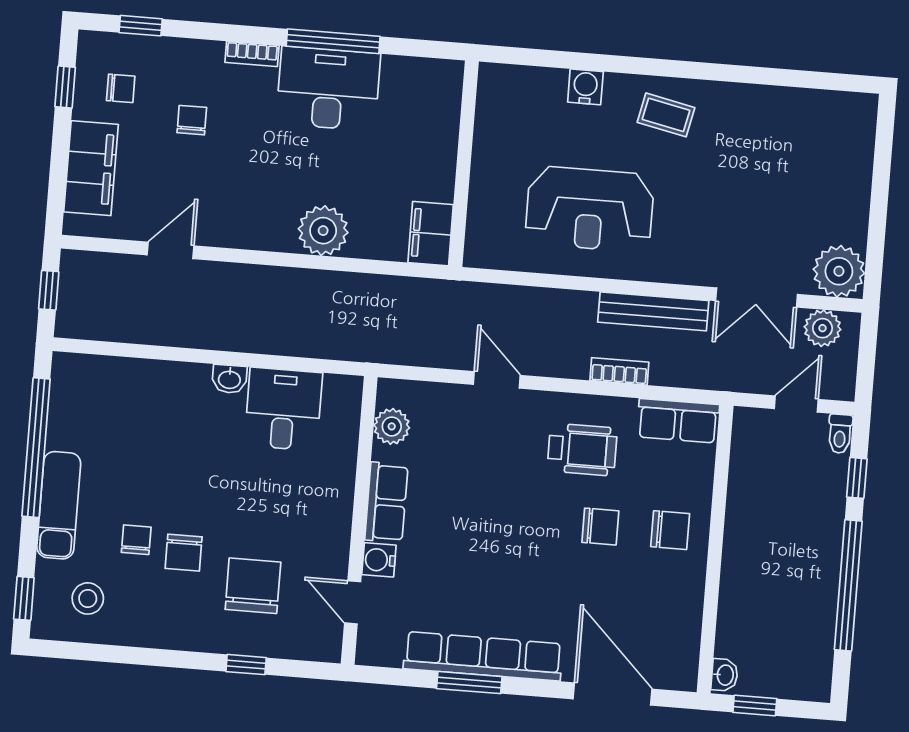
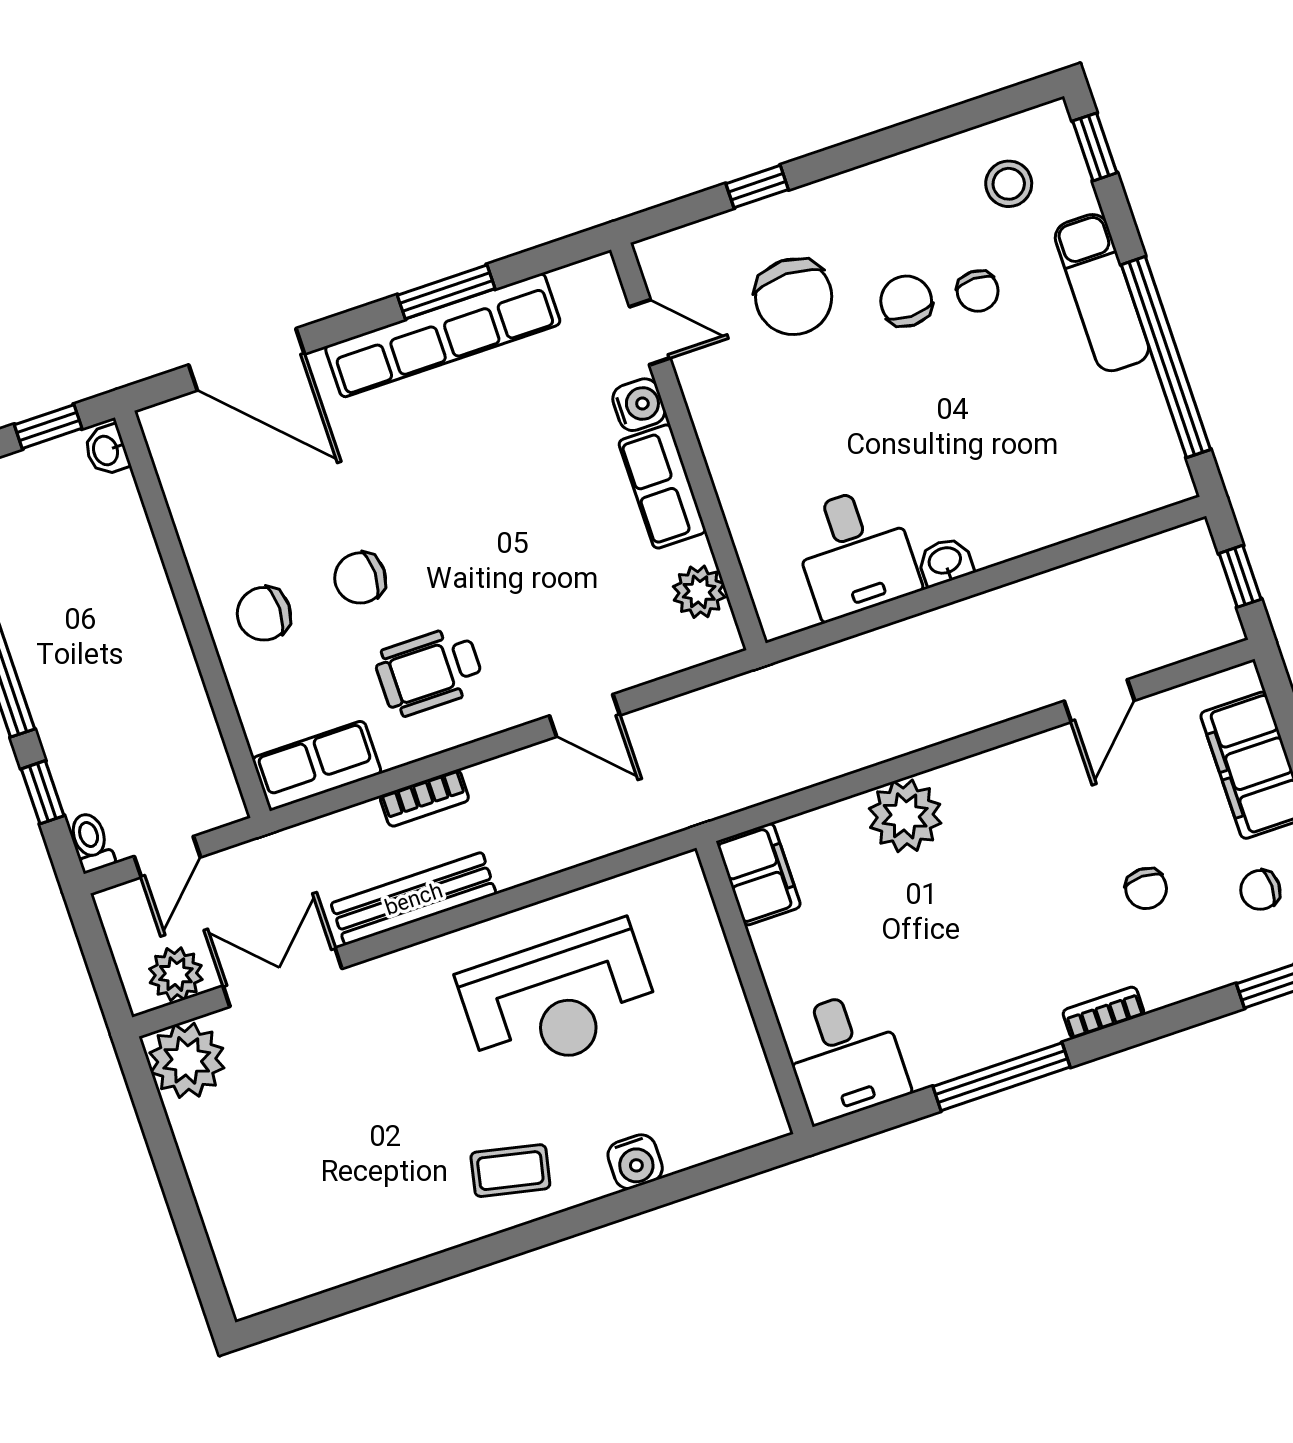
desk: (328, 89) -> (845, 1056), moved, width x0.73
reception desk: (590, 209) -> (559, 999), turned 180

